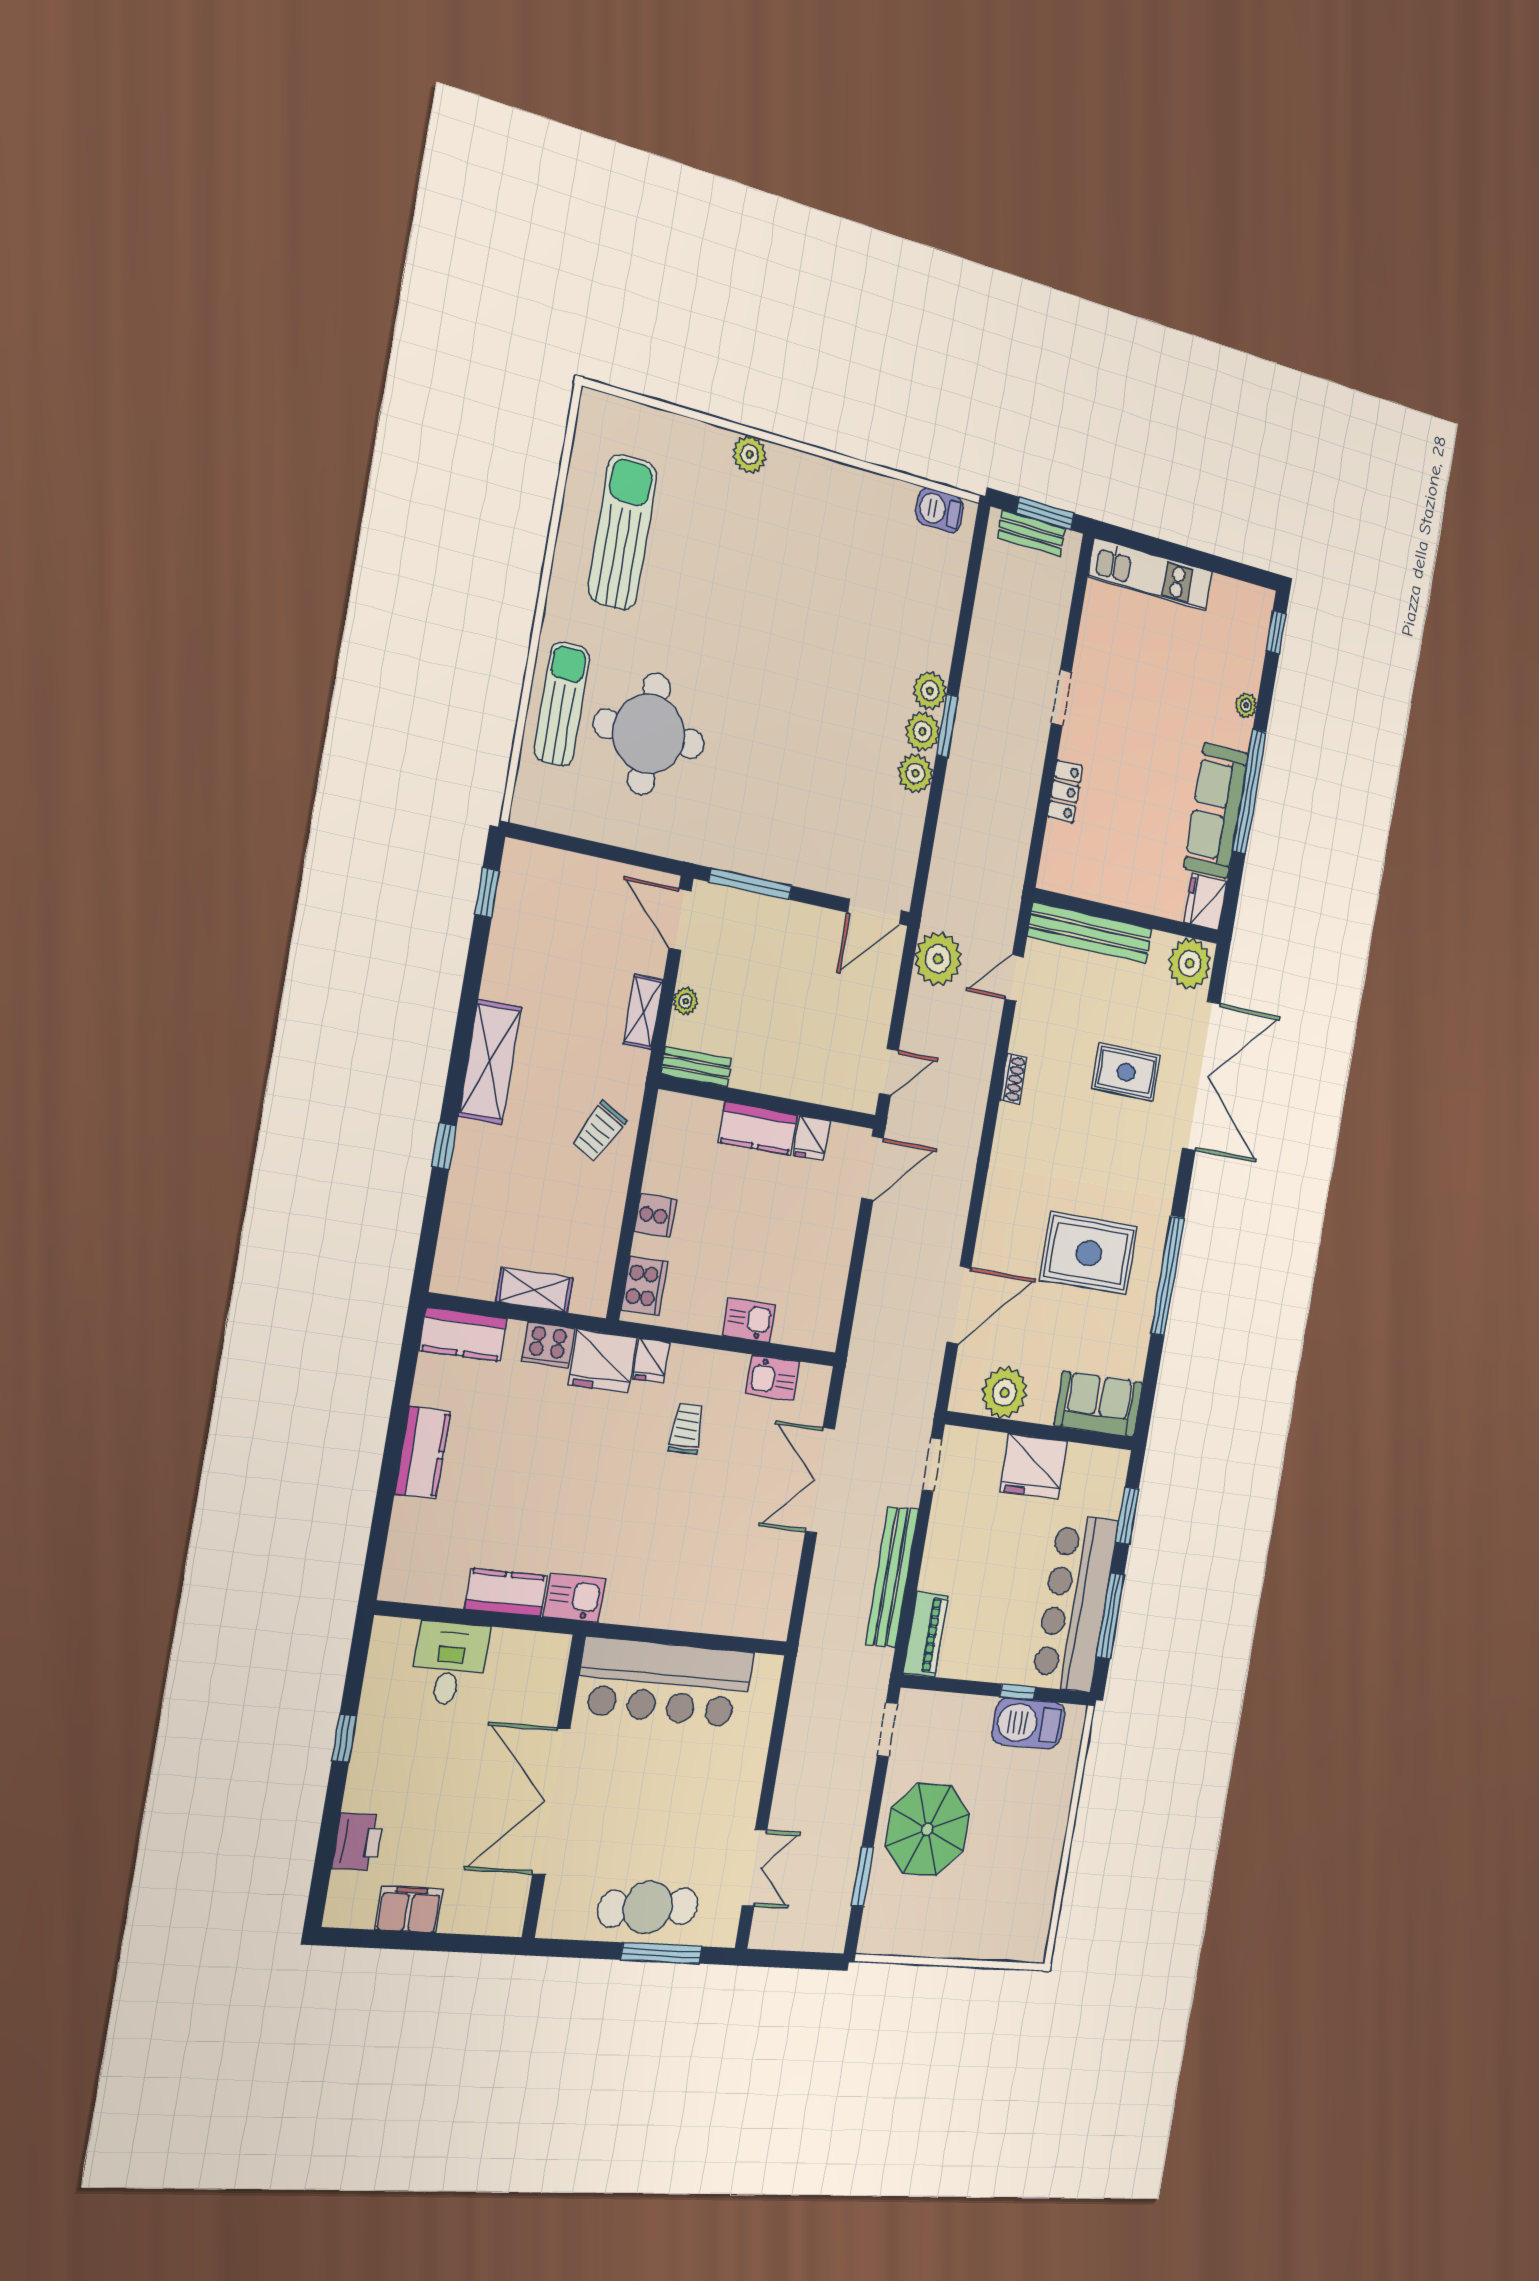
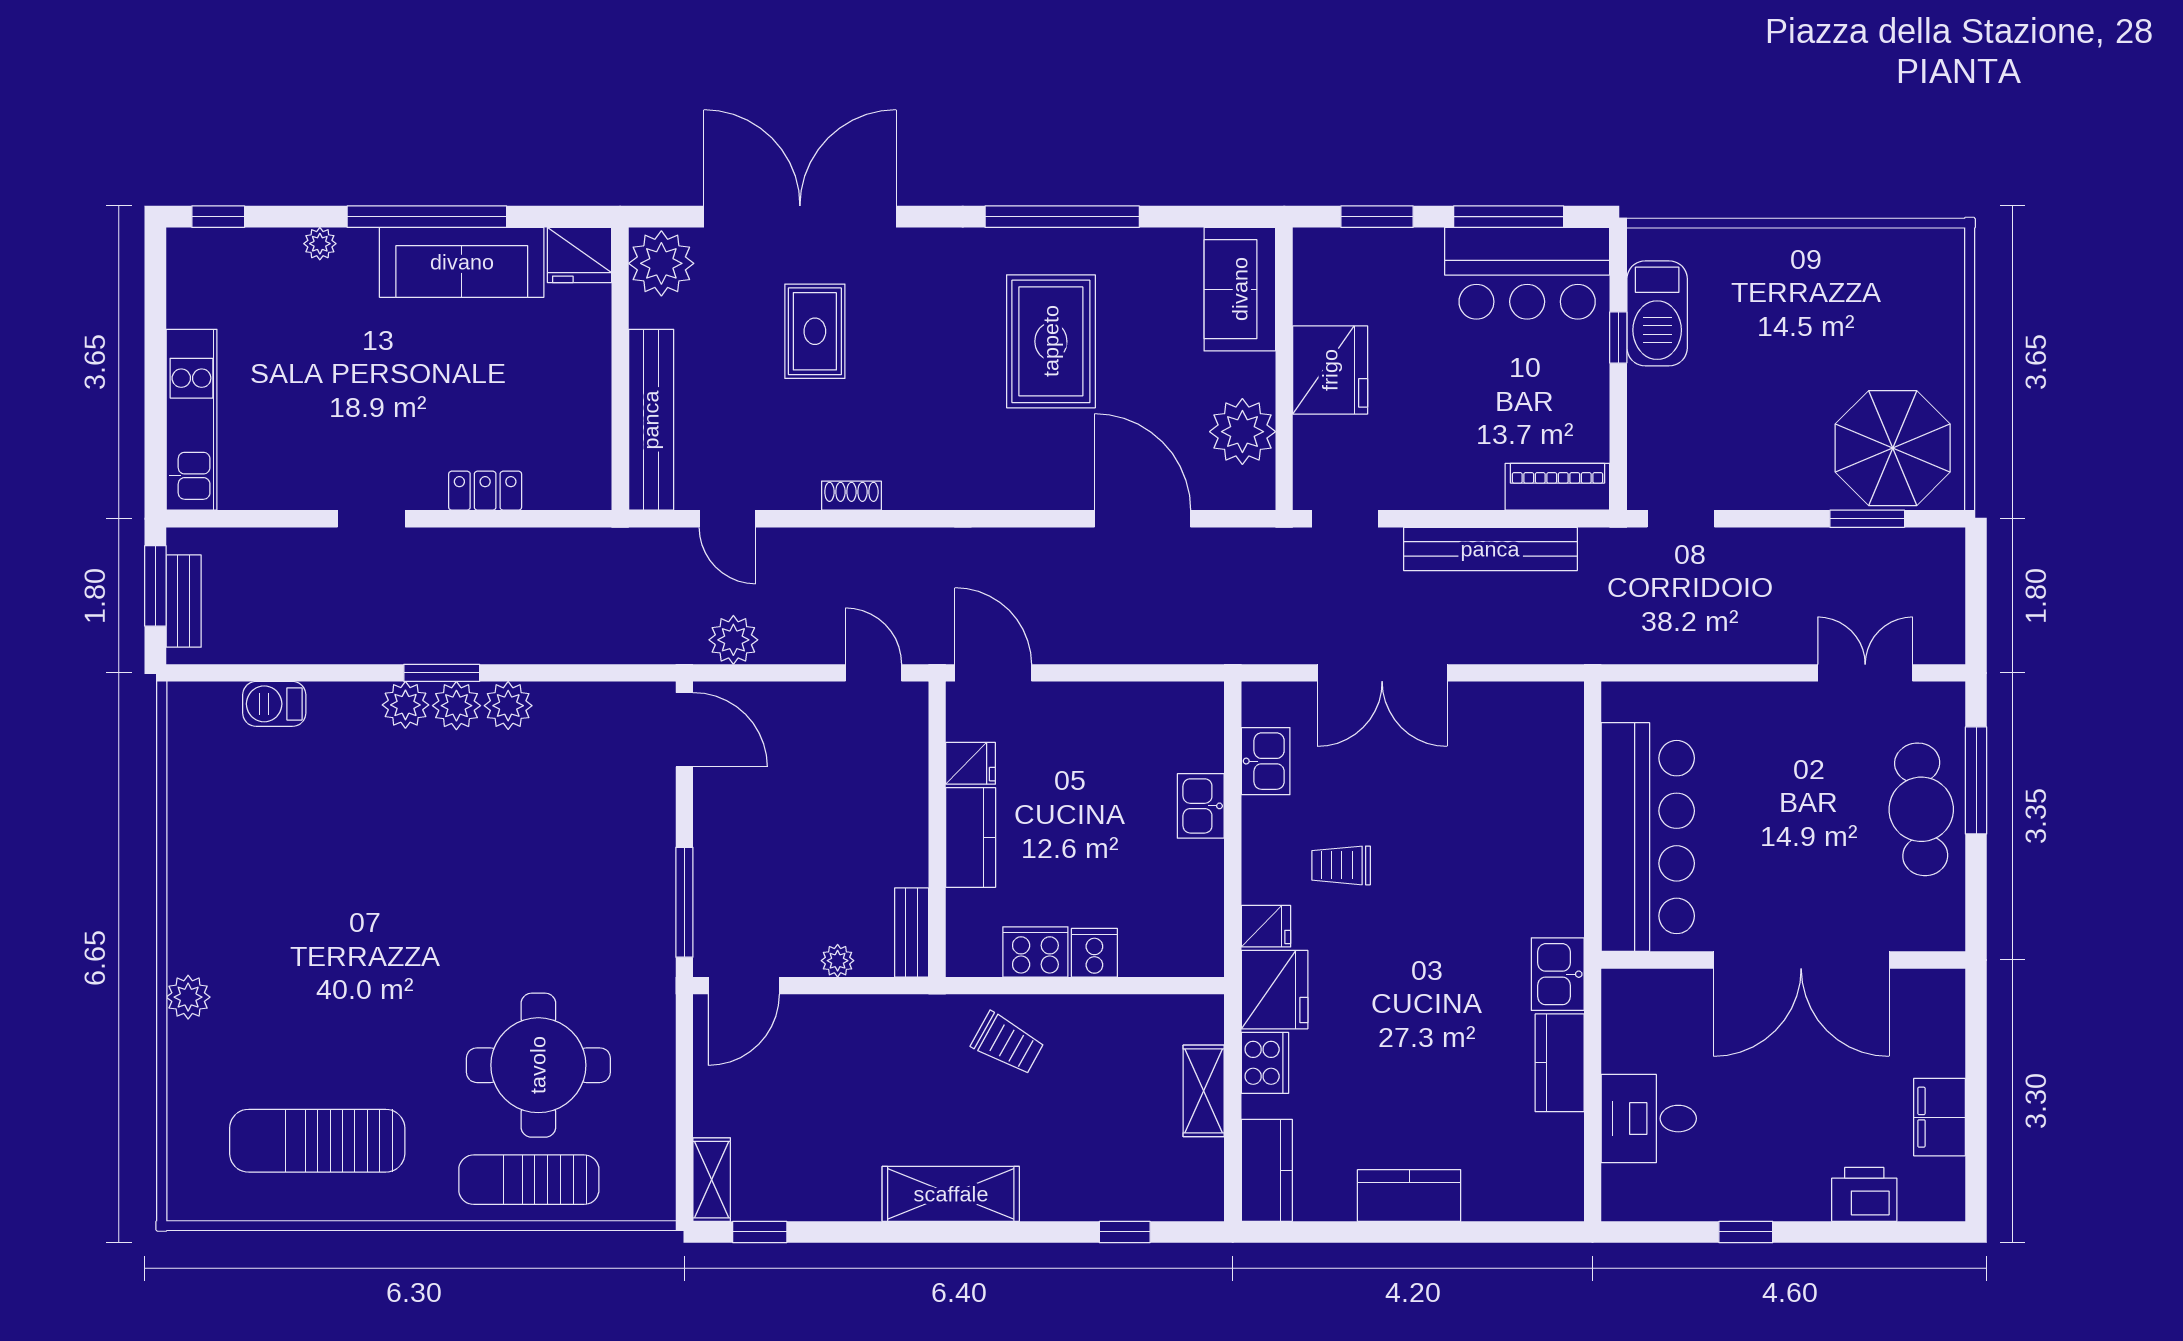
barbecue: (940, 510) -> (274, 704), moved, turned 90
plant: (938, 959) -> (733, 640), width x0.73, depth x0.73
shelving: (643, 1012) -> (712, 1180), moved, turned 90
window: (444, 1146) -> (1125, 1232), moved
cooker: (644, 1286) -> (1035, 952), moved
bar counter: (1075, 1603) -> (1527, 273), width x0.73
parasol: (927, 1830) -> (1893, 448), moved

